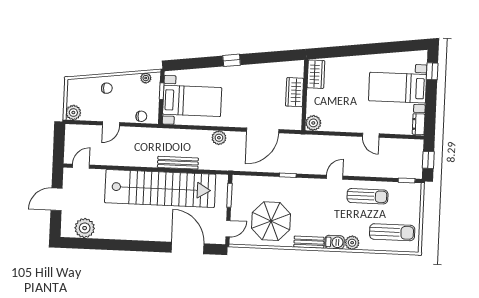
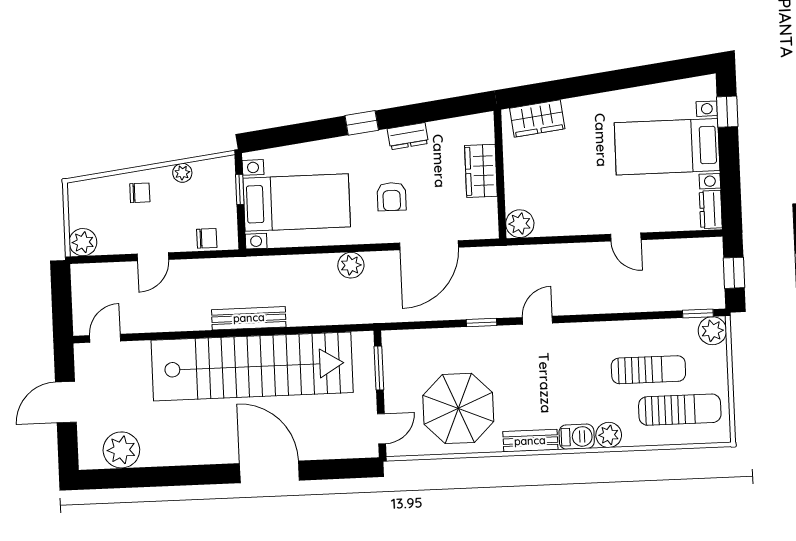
dresser: (256, 70) -> (408, 136), added
wardrobe: (316, 74) -> (537, 118), moved, turned 83
plant: (146, 78) -> (182, 173), moved
armchair: (244, 102) -> (392, 197), added
bench: (178, 163) -> (249, 318), moved
door: (335, 177) -> (537, 320), moved
plant: (414, 191) -> (712, 331), added
sun lounger: (367, 196) -> (648, 370), moved
door: (188, 248) -> (269, 472), moved

